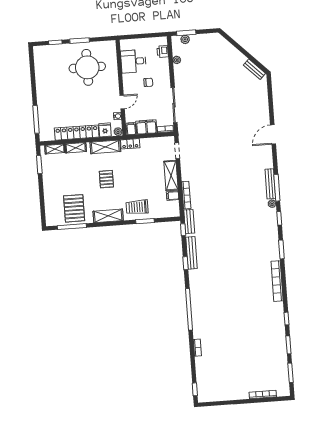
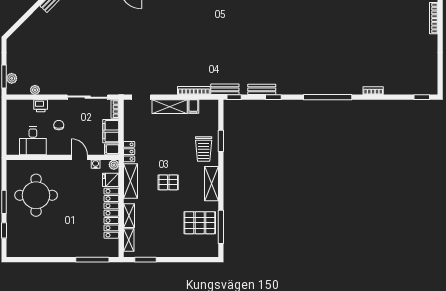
printer: (163, 52) -> (41, 106), moved
bench: (191, 253) -> (262, 89), width x0.73

